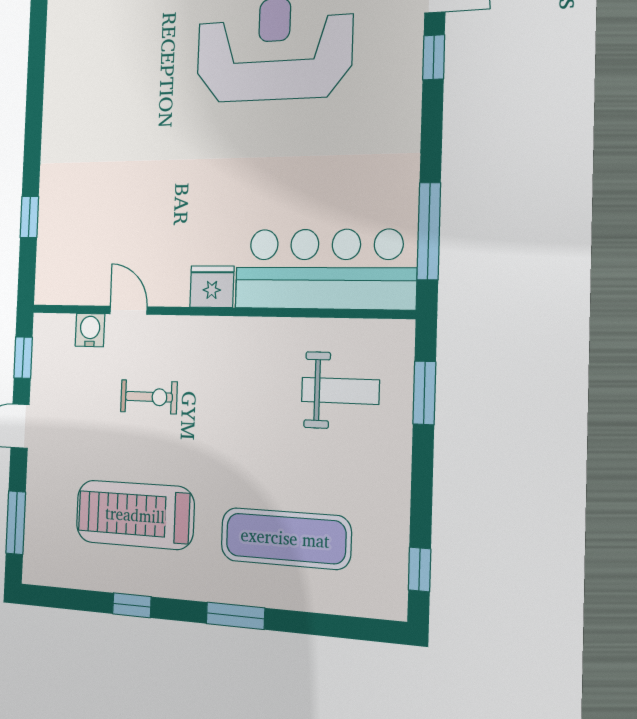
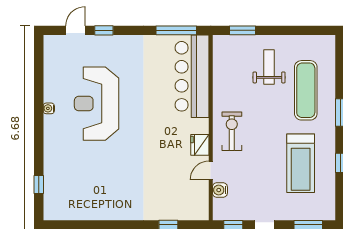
fridge: (212, 287) -> (200, 145), moved
weight bench: (340, 391) -> (269, 67), moved
exercise bike: (149, 397) -> (232, 131), moved, width x1.38, depth x1.39
window: (420, 569) -> (314, 30), removed

